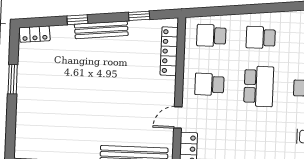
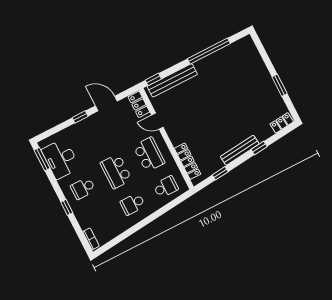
school desk: (261, 38) -> (133, 204), turned 180
school desk: (209, 84) -> (149, 154), width x1.85
door: (178, 117) -> (157, 121), swing flipped

